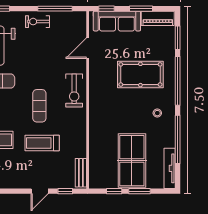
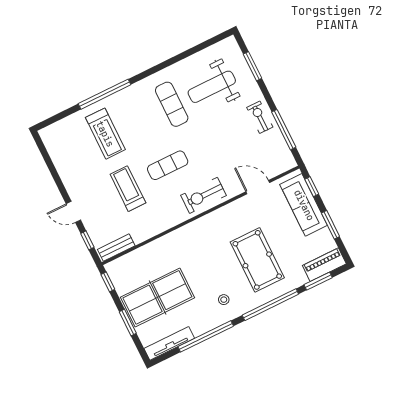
piano: (158, 18) -> (324, 265), moved, turned 90
window: (114, 191) -> (108, 282), moved

